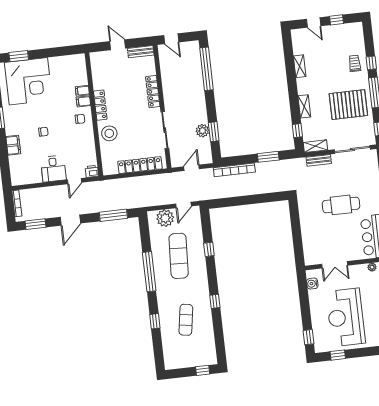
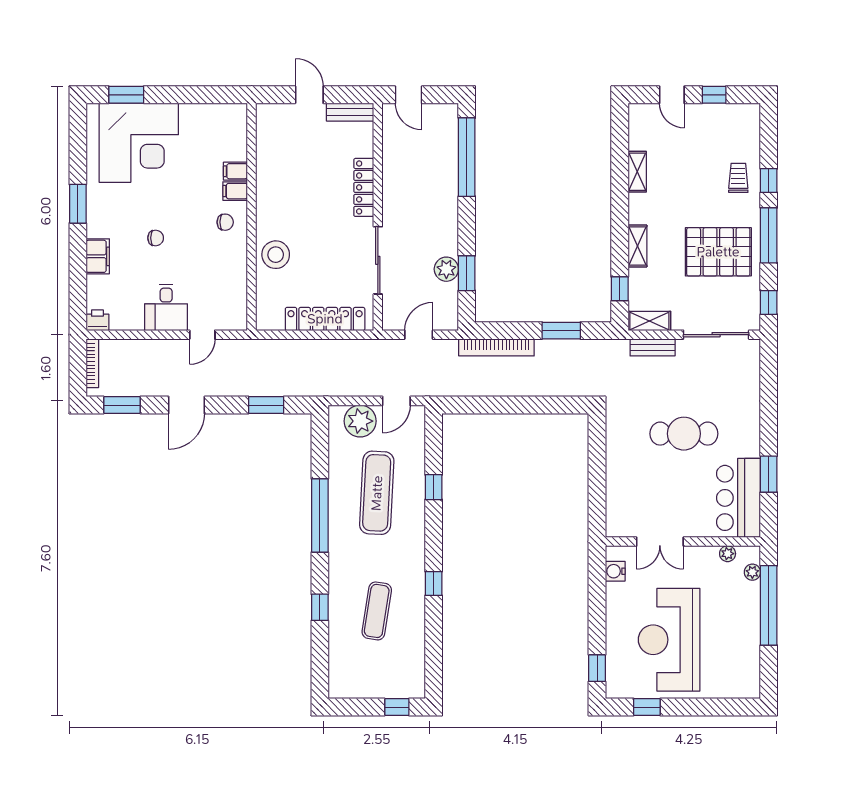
locker: (100, 105) -> (265, 201), removed
printer: (92, 171) -> (97, 320), moved
window: (113, 215) -> (266, 405), width x0.69

